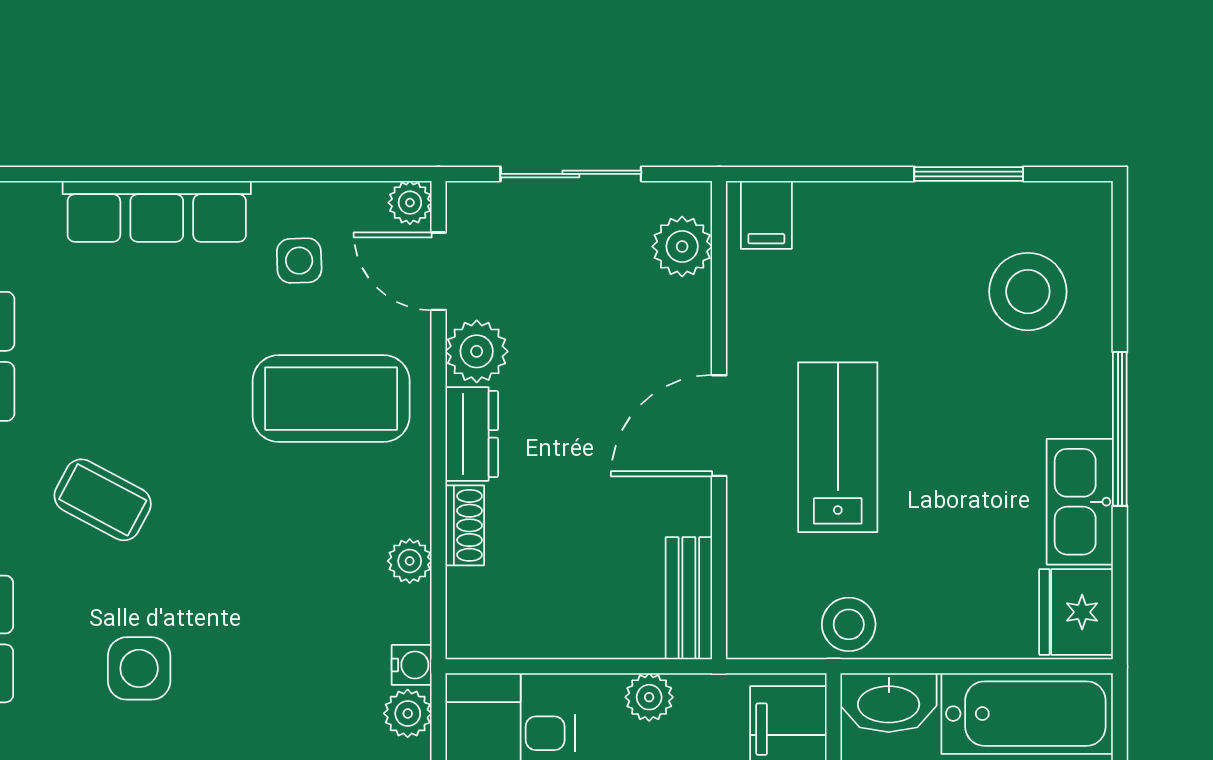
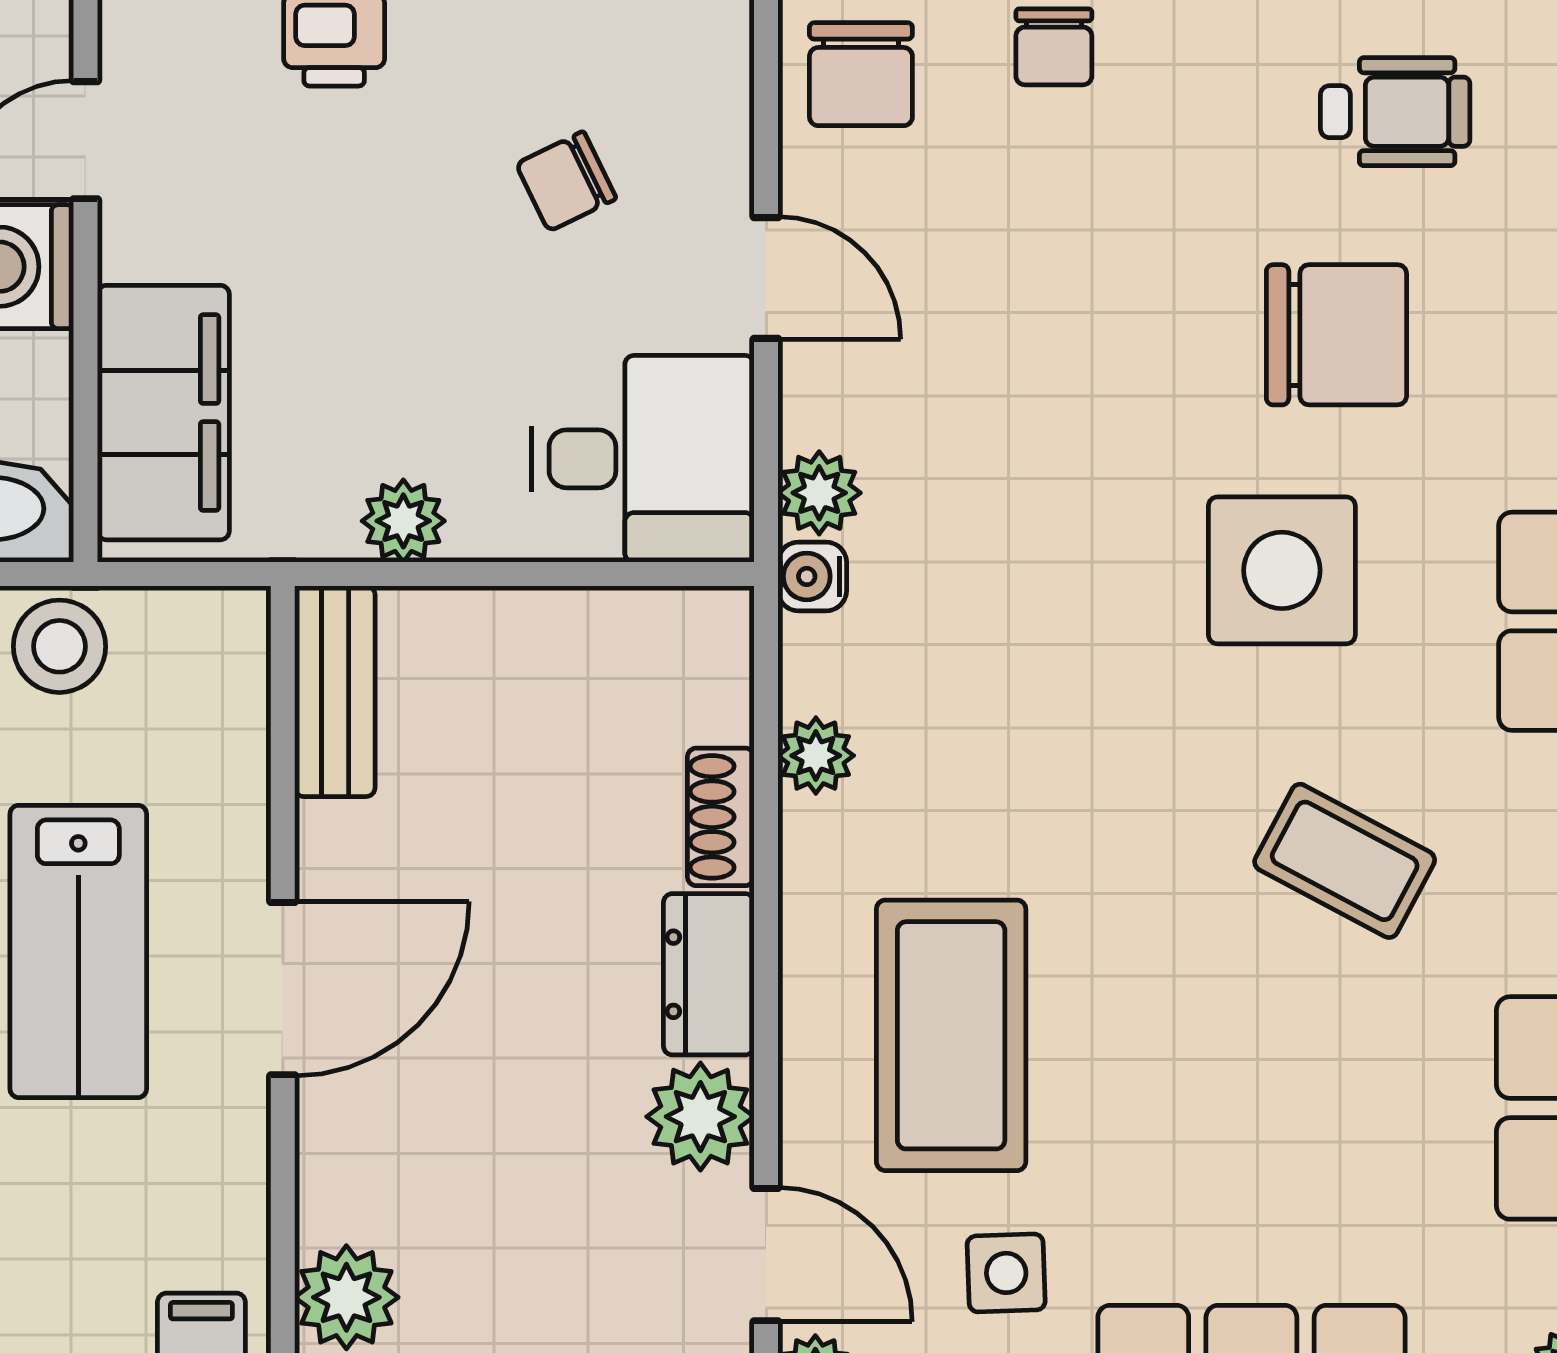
coffee table: (331, 399) -> (951, 1035), turned 90
side table: (139, 668) -> (1282, 570), width x1.37, depth x1.37

